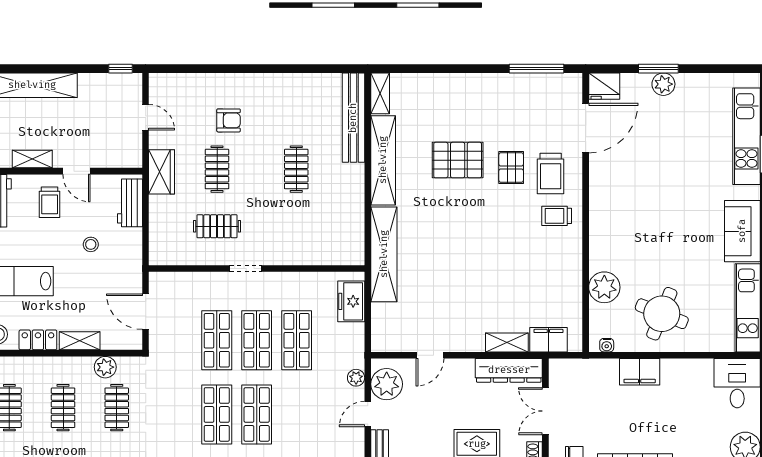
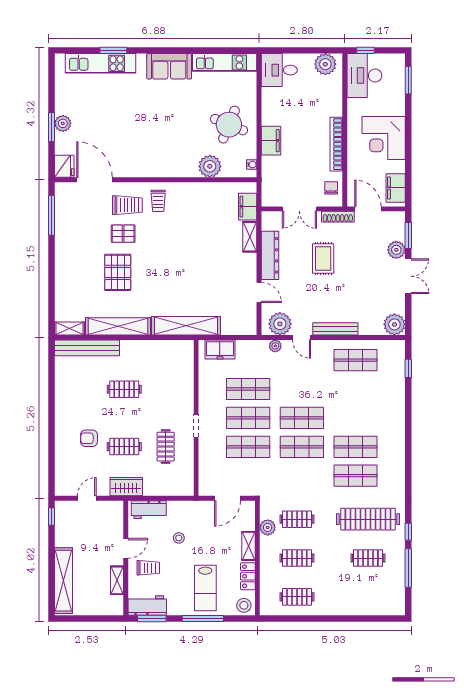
armchair: (229, 120) -> (89, 438), turned -90
dresser: (509, 370) -> (270, 255), moved

